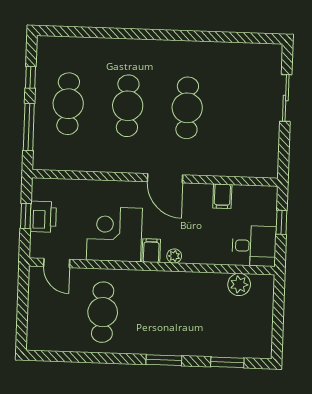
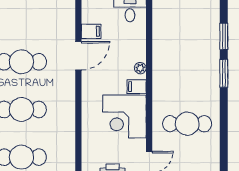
door: (165, 178) -> (78, 56), moved
plant: (239, 284) -> (161, 15), removed
window: (227, 362) -> (224, 36), moved

